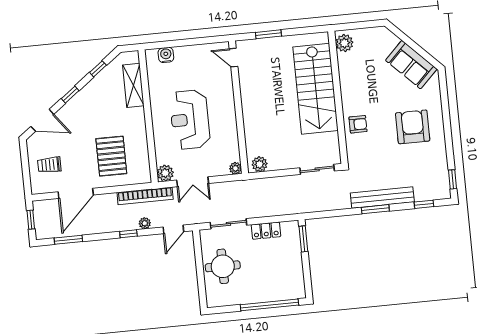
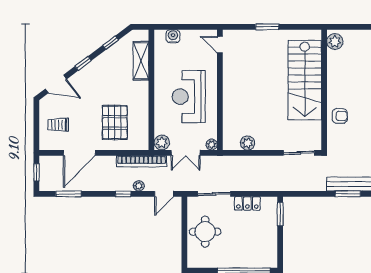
door: (234, 58) -> (220, 45), moved
wall: (238, 107) -> (220, 90), moved
plant: (235, 168) -> (212, 145), moved

